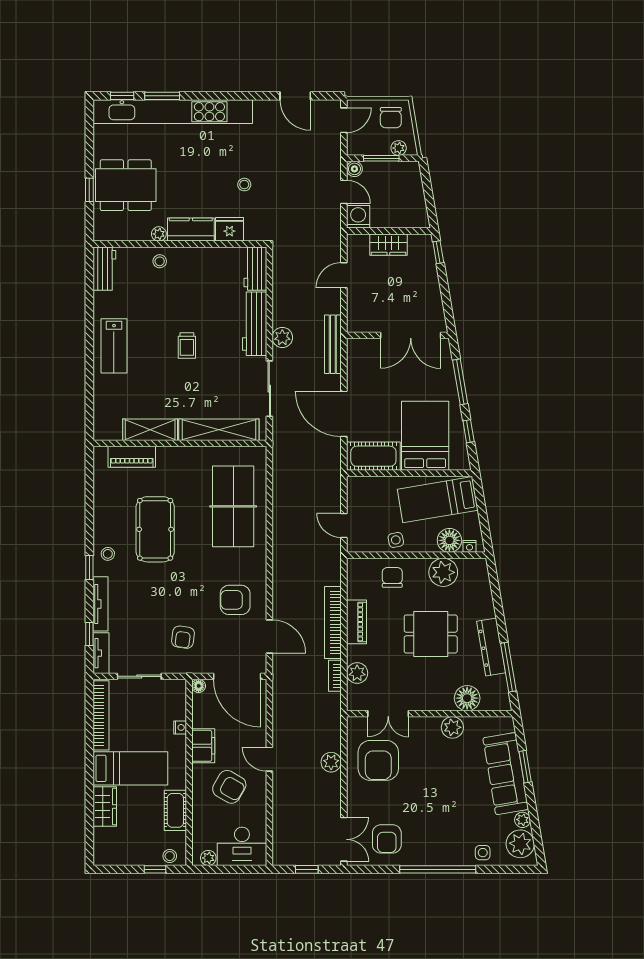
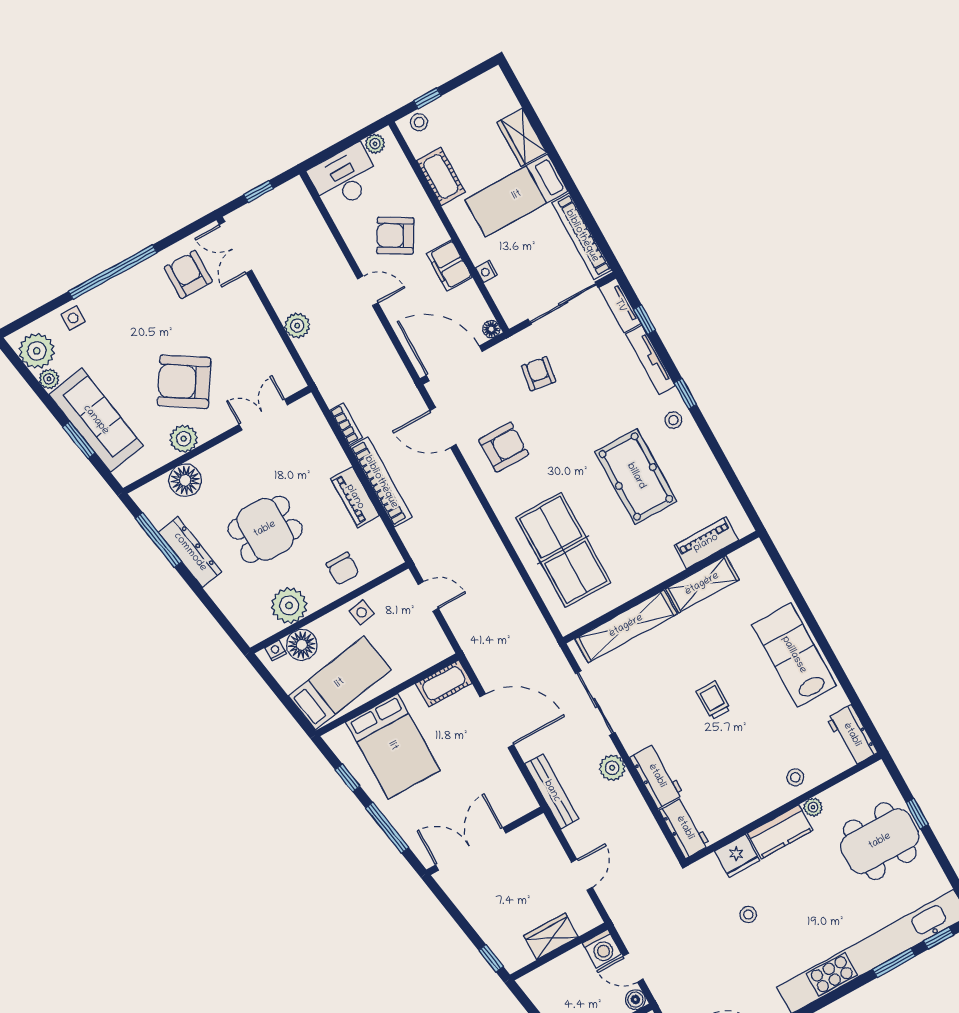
workbench: (255, 324) -> (657, 776), width x0.73
lab bench: (114, 346) -> (794, 655), width x1.36, depth x1.39
cot: (373, 456) -> (444, 683), width x0.73, depth x0.75
plant: (357, 673) -> (323, 441), removed
sliding door: (139, 676) -> (563, 303), width x1.37
armchair: (378, 760) -> (184, 382), moved, turned -58

